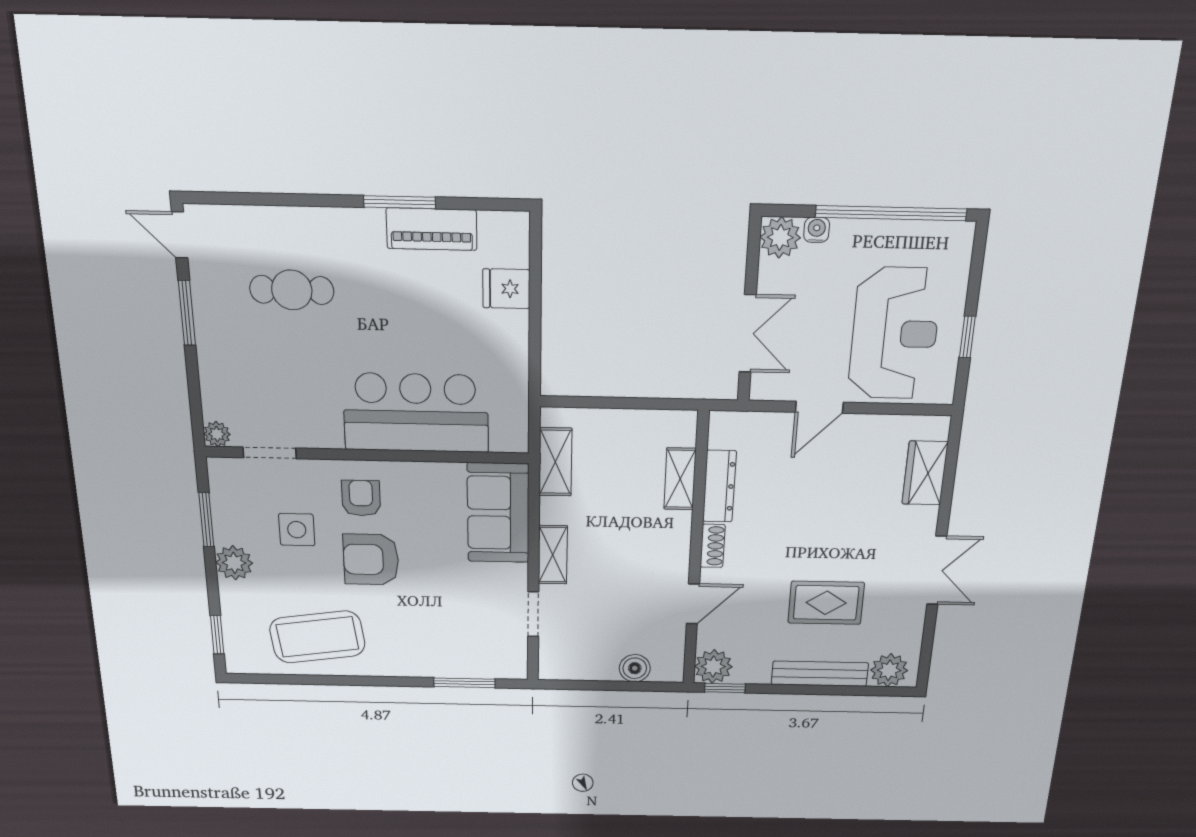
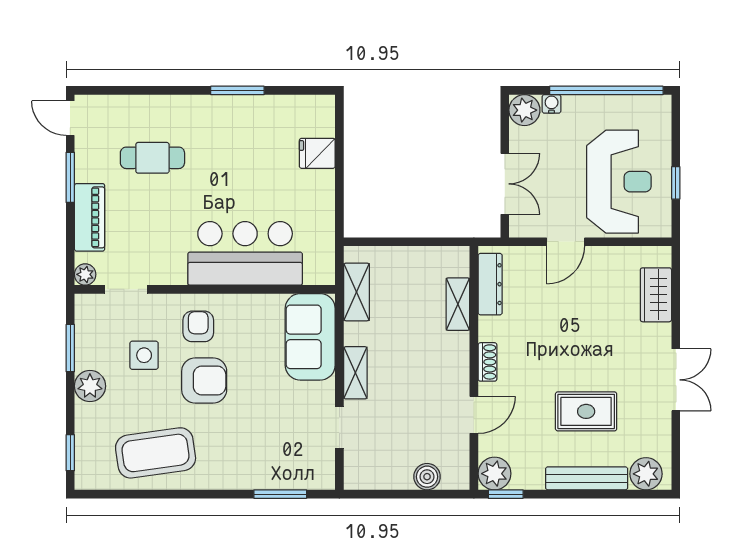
piano: (432, 229) -> (90, 217), moved, turned -90
dresser: (719, 486) -> (490, 284), moved
armchair: (371, 560) -> (204, 380), turned 180

